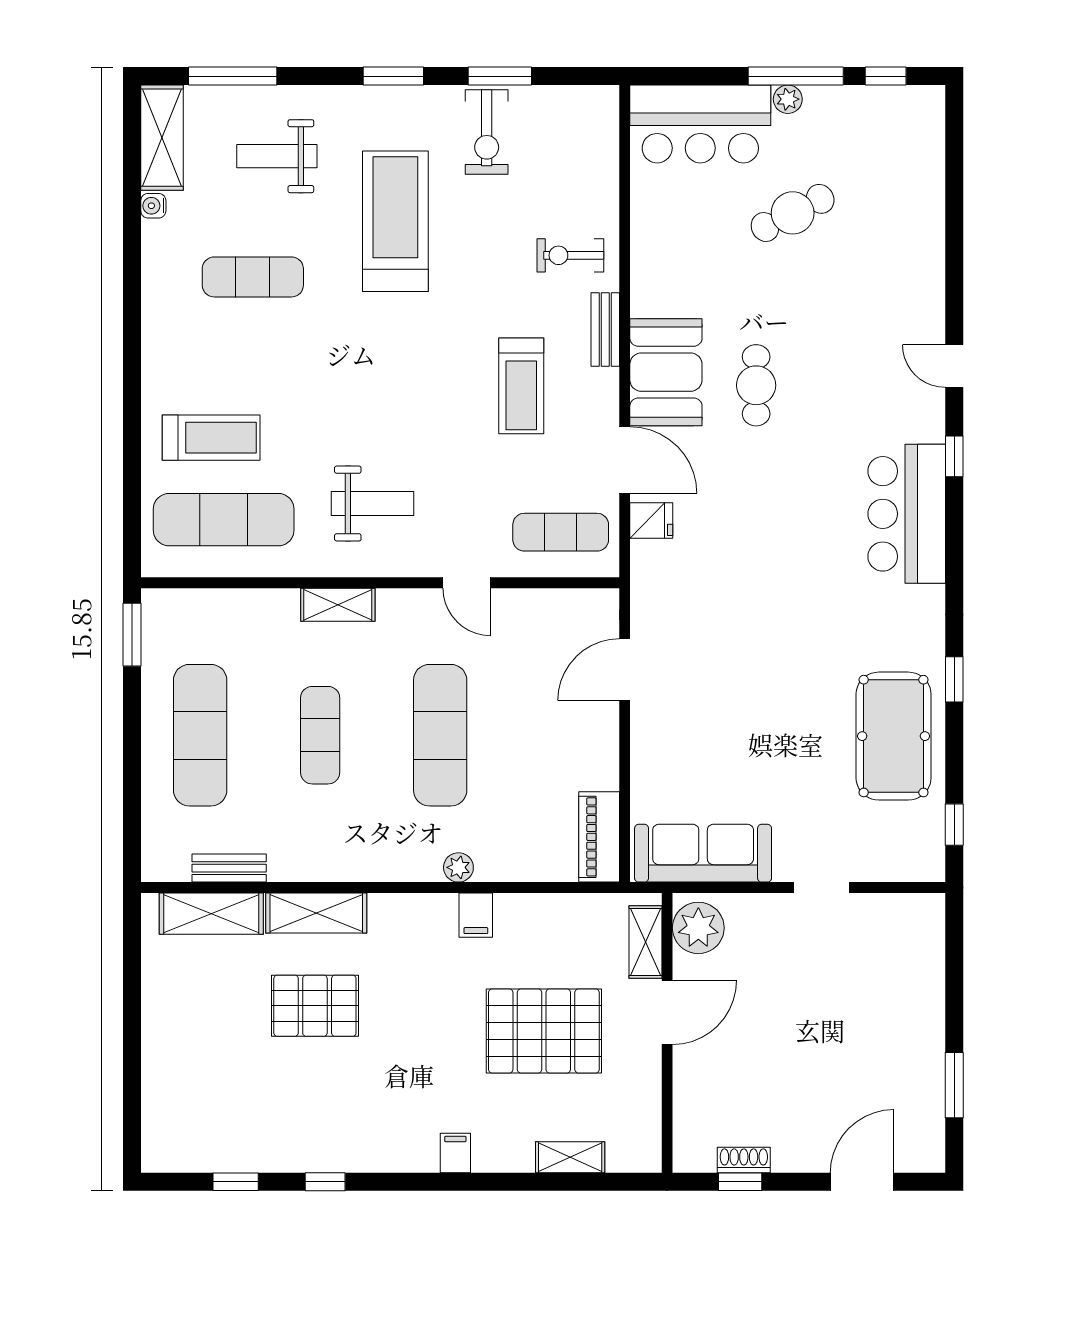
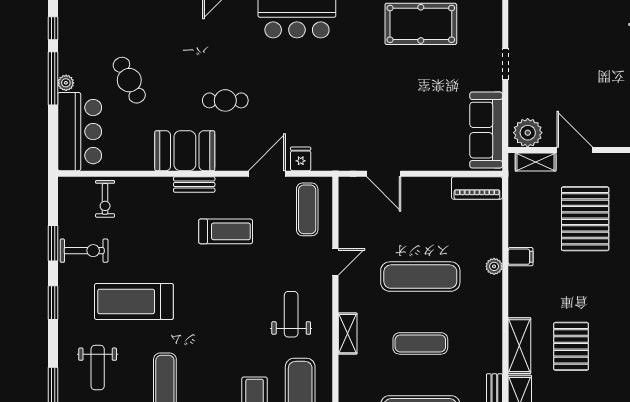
exercise bike: (570, 255) -> (105, 199), moved
booth: (666, 372) -> (185, 151), moved

